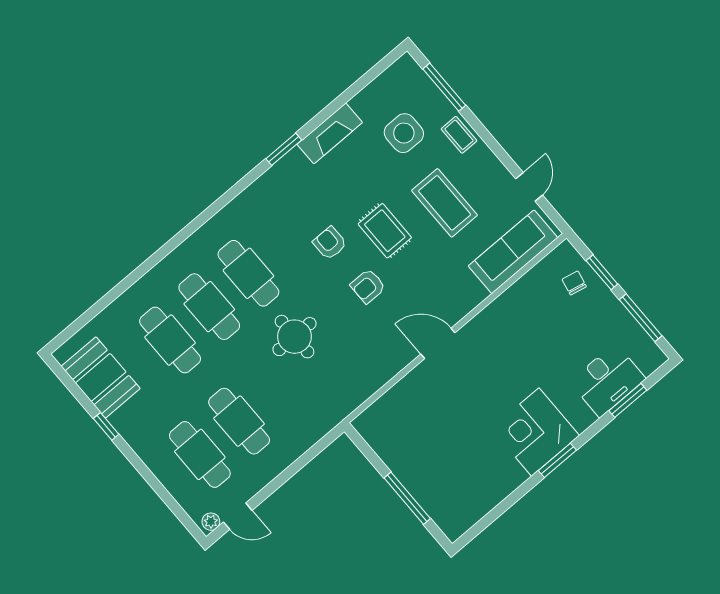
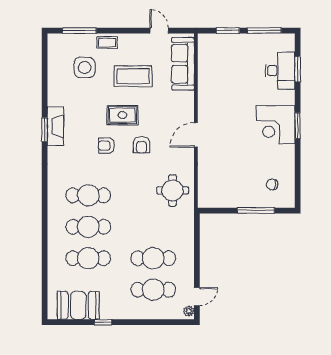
fireplace: (330, 133) -> (55, 126), moved
chair: (574, 283) -> (272, 184), moved
round table: (294, 337) -> (173, 190), moved

